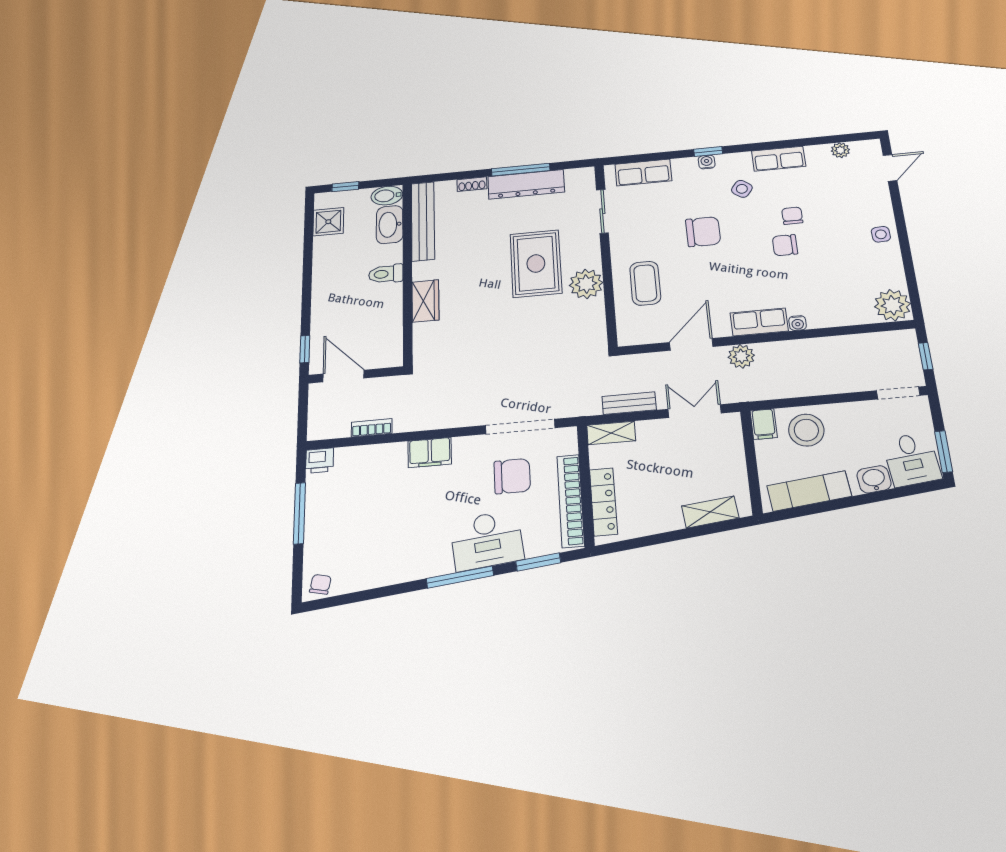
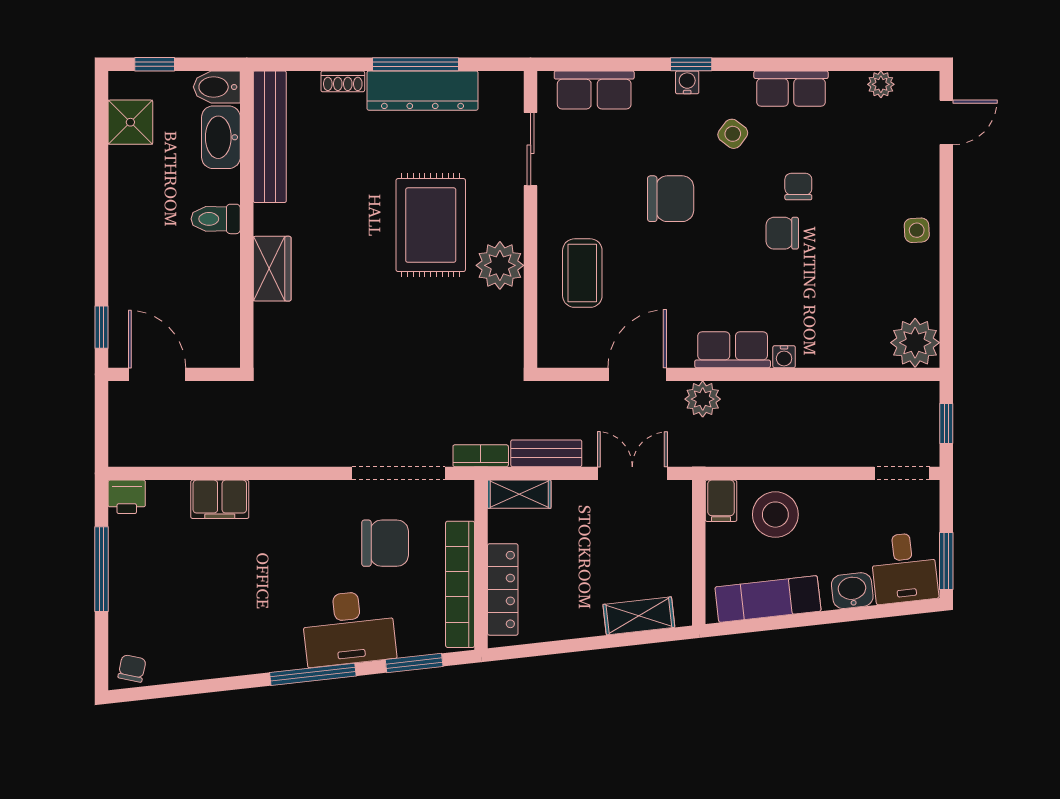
bookcase: (372, 428) -> (481, 456), moved
filing cabinet: (430, 453) -> (220, 499), moved

